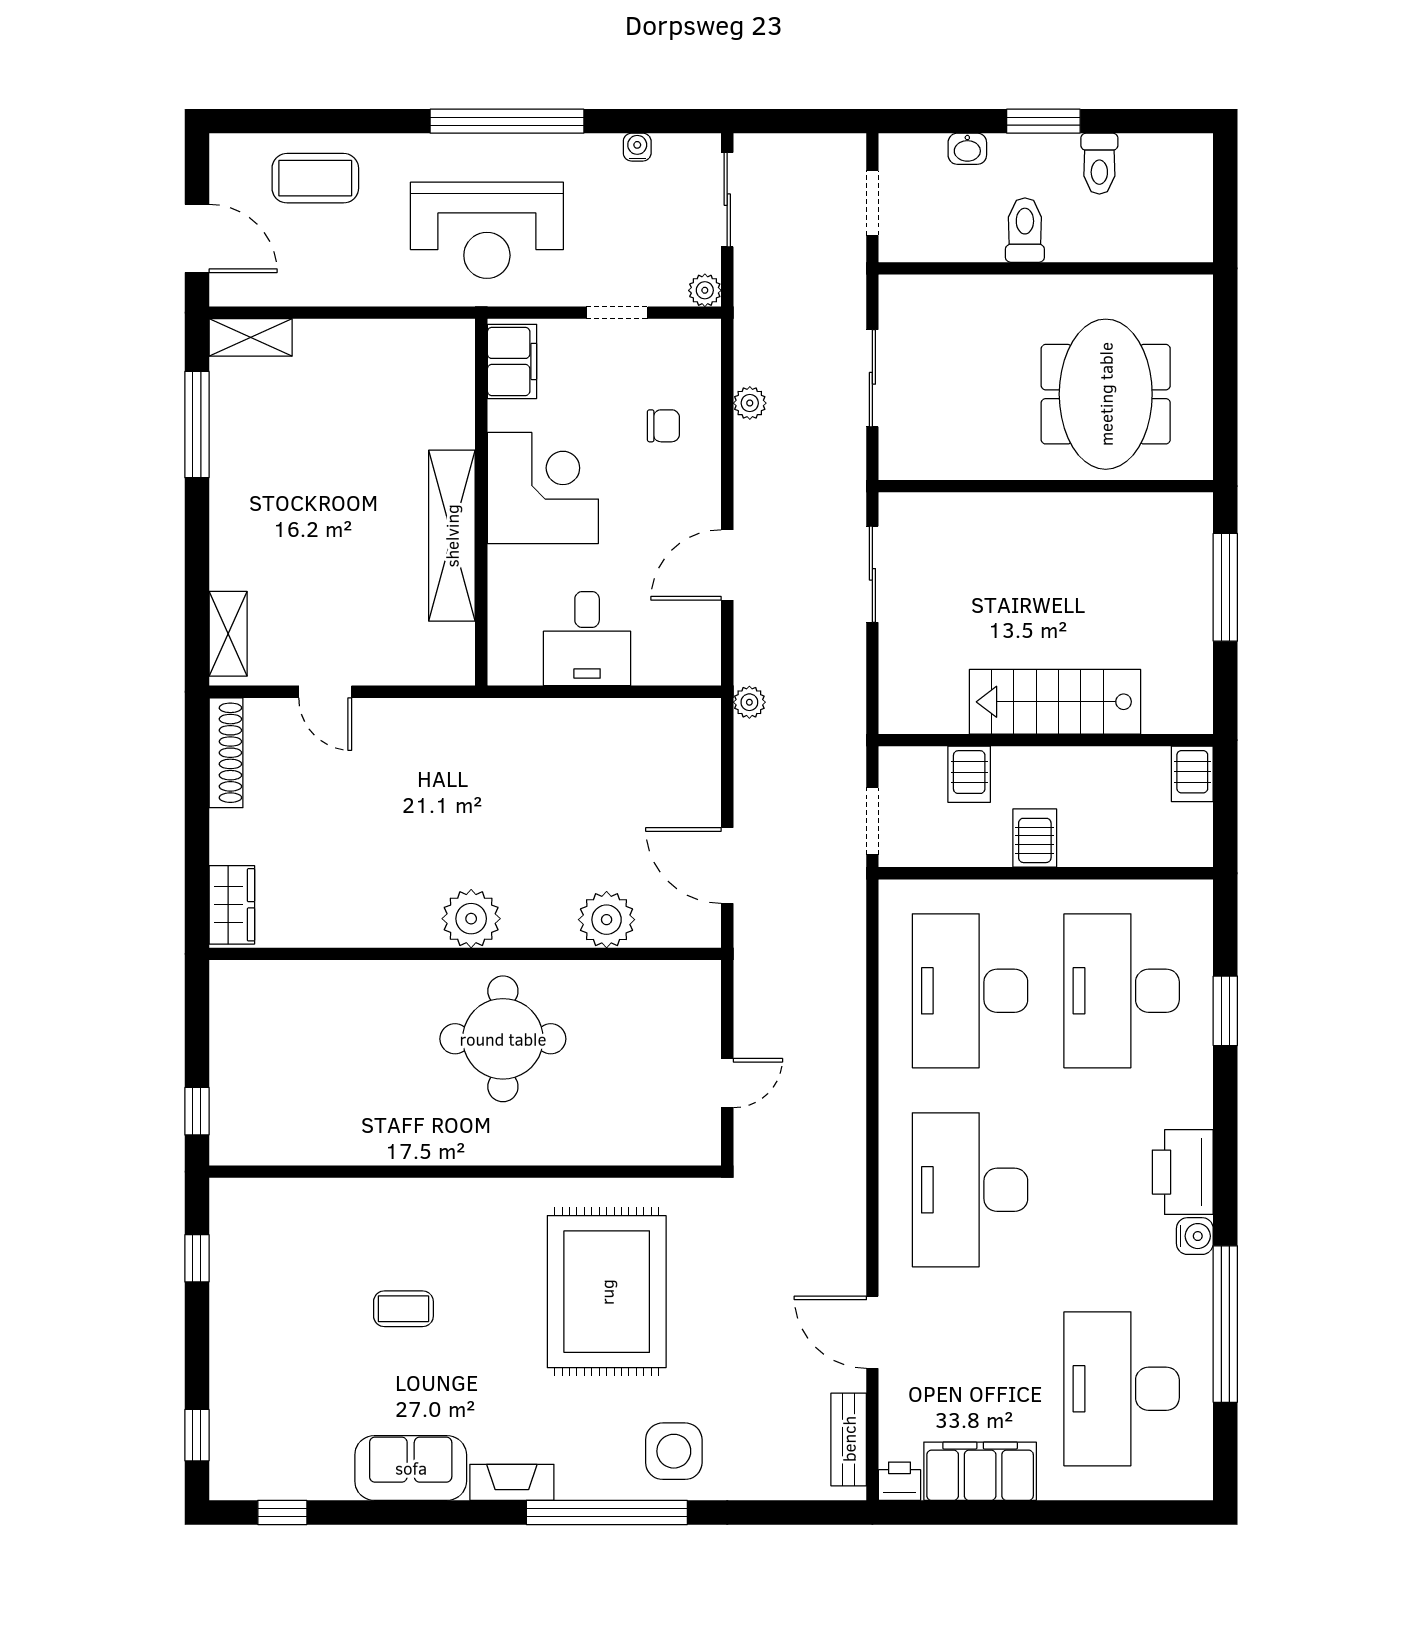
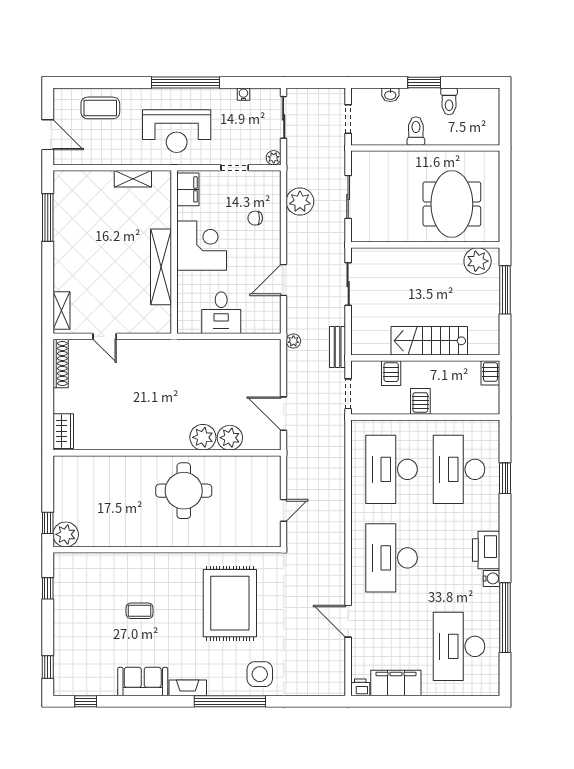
shelving: (251, 337) -> (133, 179), moved
plant: (750, 403) -> (300, 202), width x1.87, depth x1.87
chair: (663, 426) -> (255, 218), turned 180
plant: (1164, 523) -> (478, 261), added
plant: (471, 919) -> (203, 437), moved
plant: (237, 1137) -> (66, 534), added
bench: (849, 1439) -> (338, 347), moved

